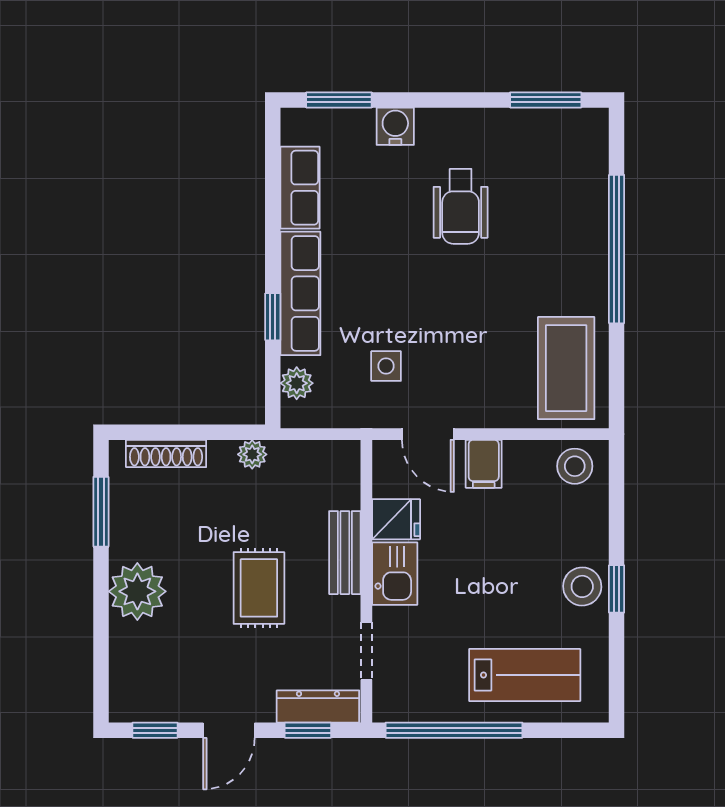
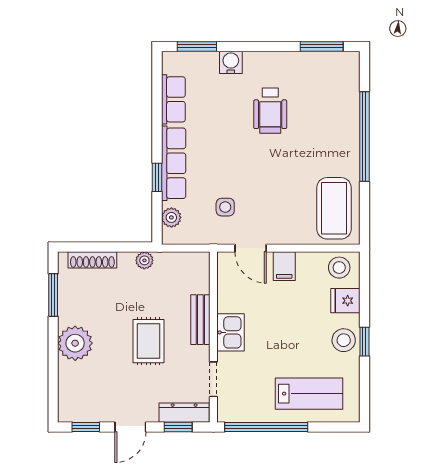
fridge: (396, 519) -> (345, 301), moved, turned 180

